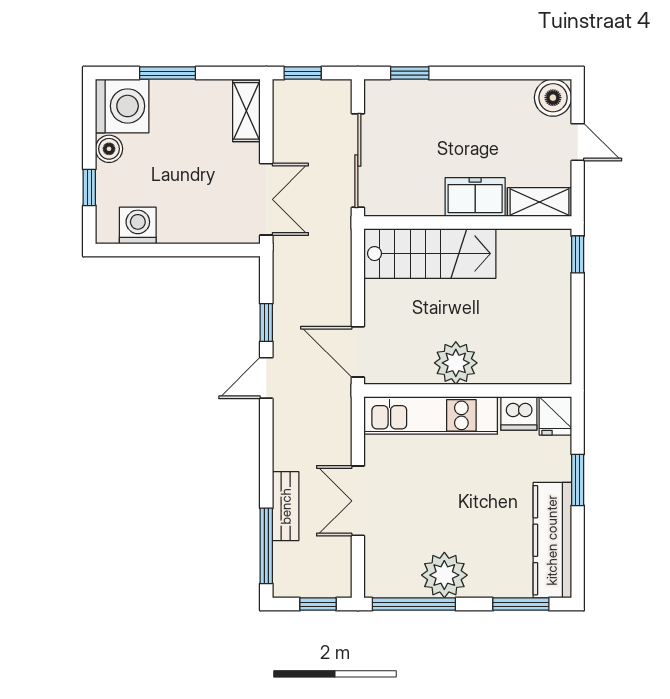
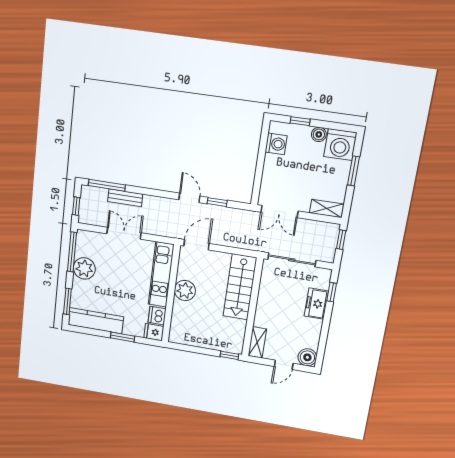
freezer: (475, 197) -> (316, 304), moved, turned 180

